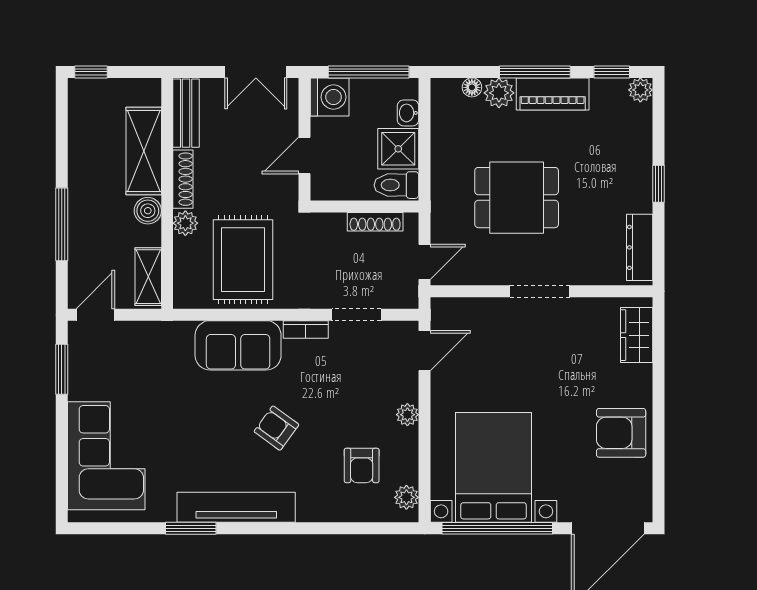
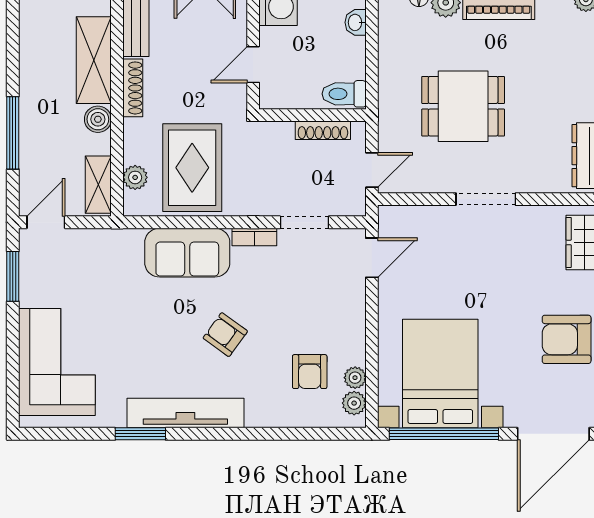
shower: (398, 149) -> (346, 58), removed
plant: (185, 223) -> (135, 177), moved
plant: (407, 415) -> (355, 378), moved

